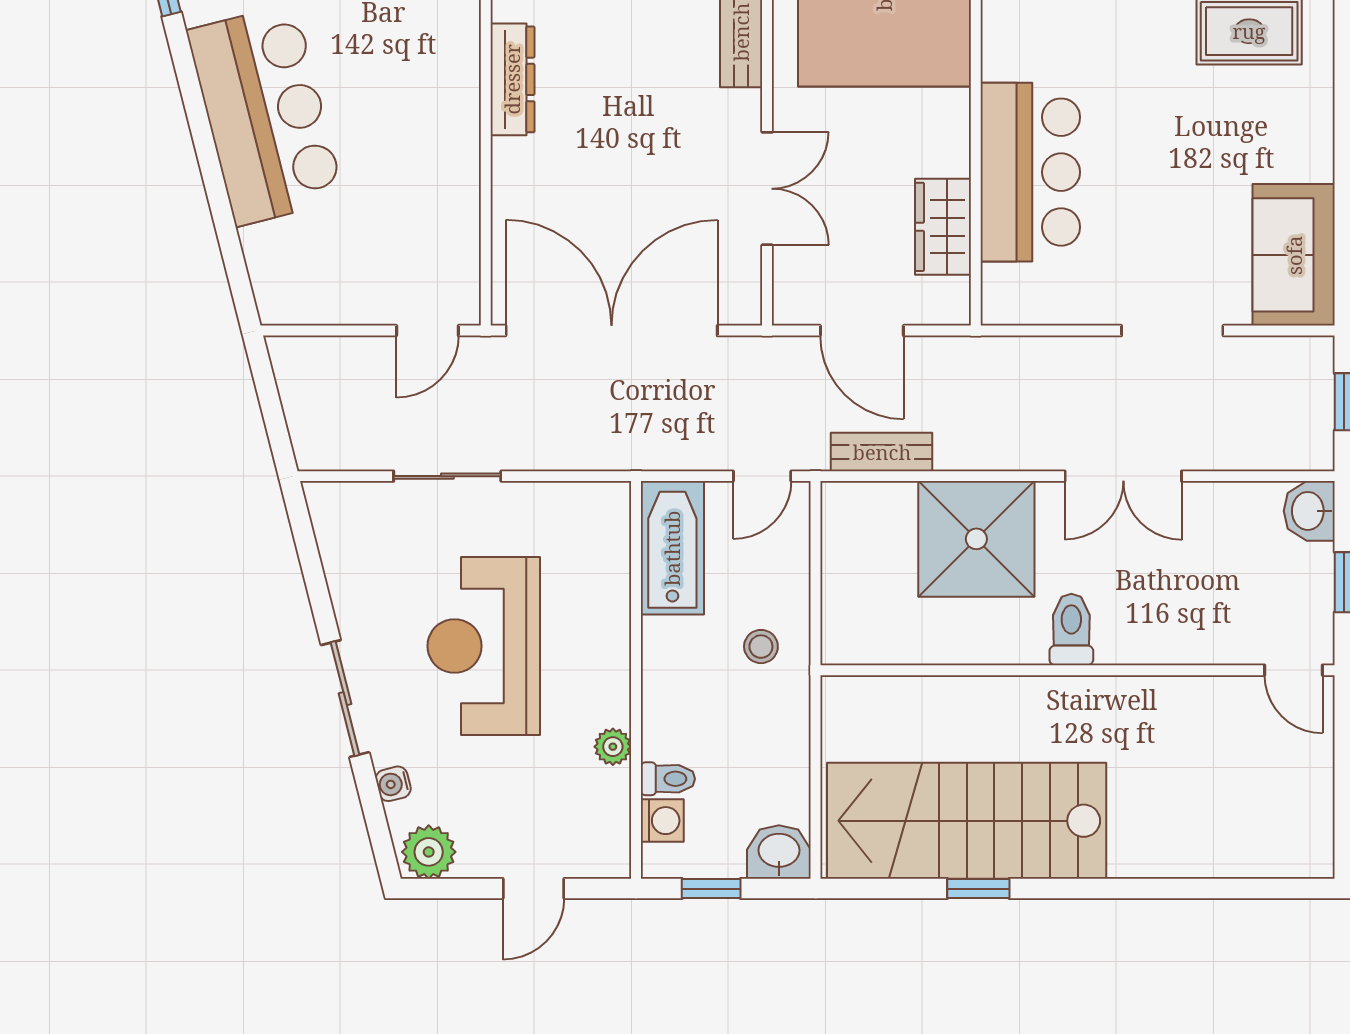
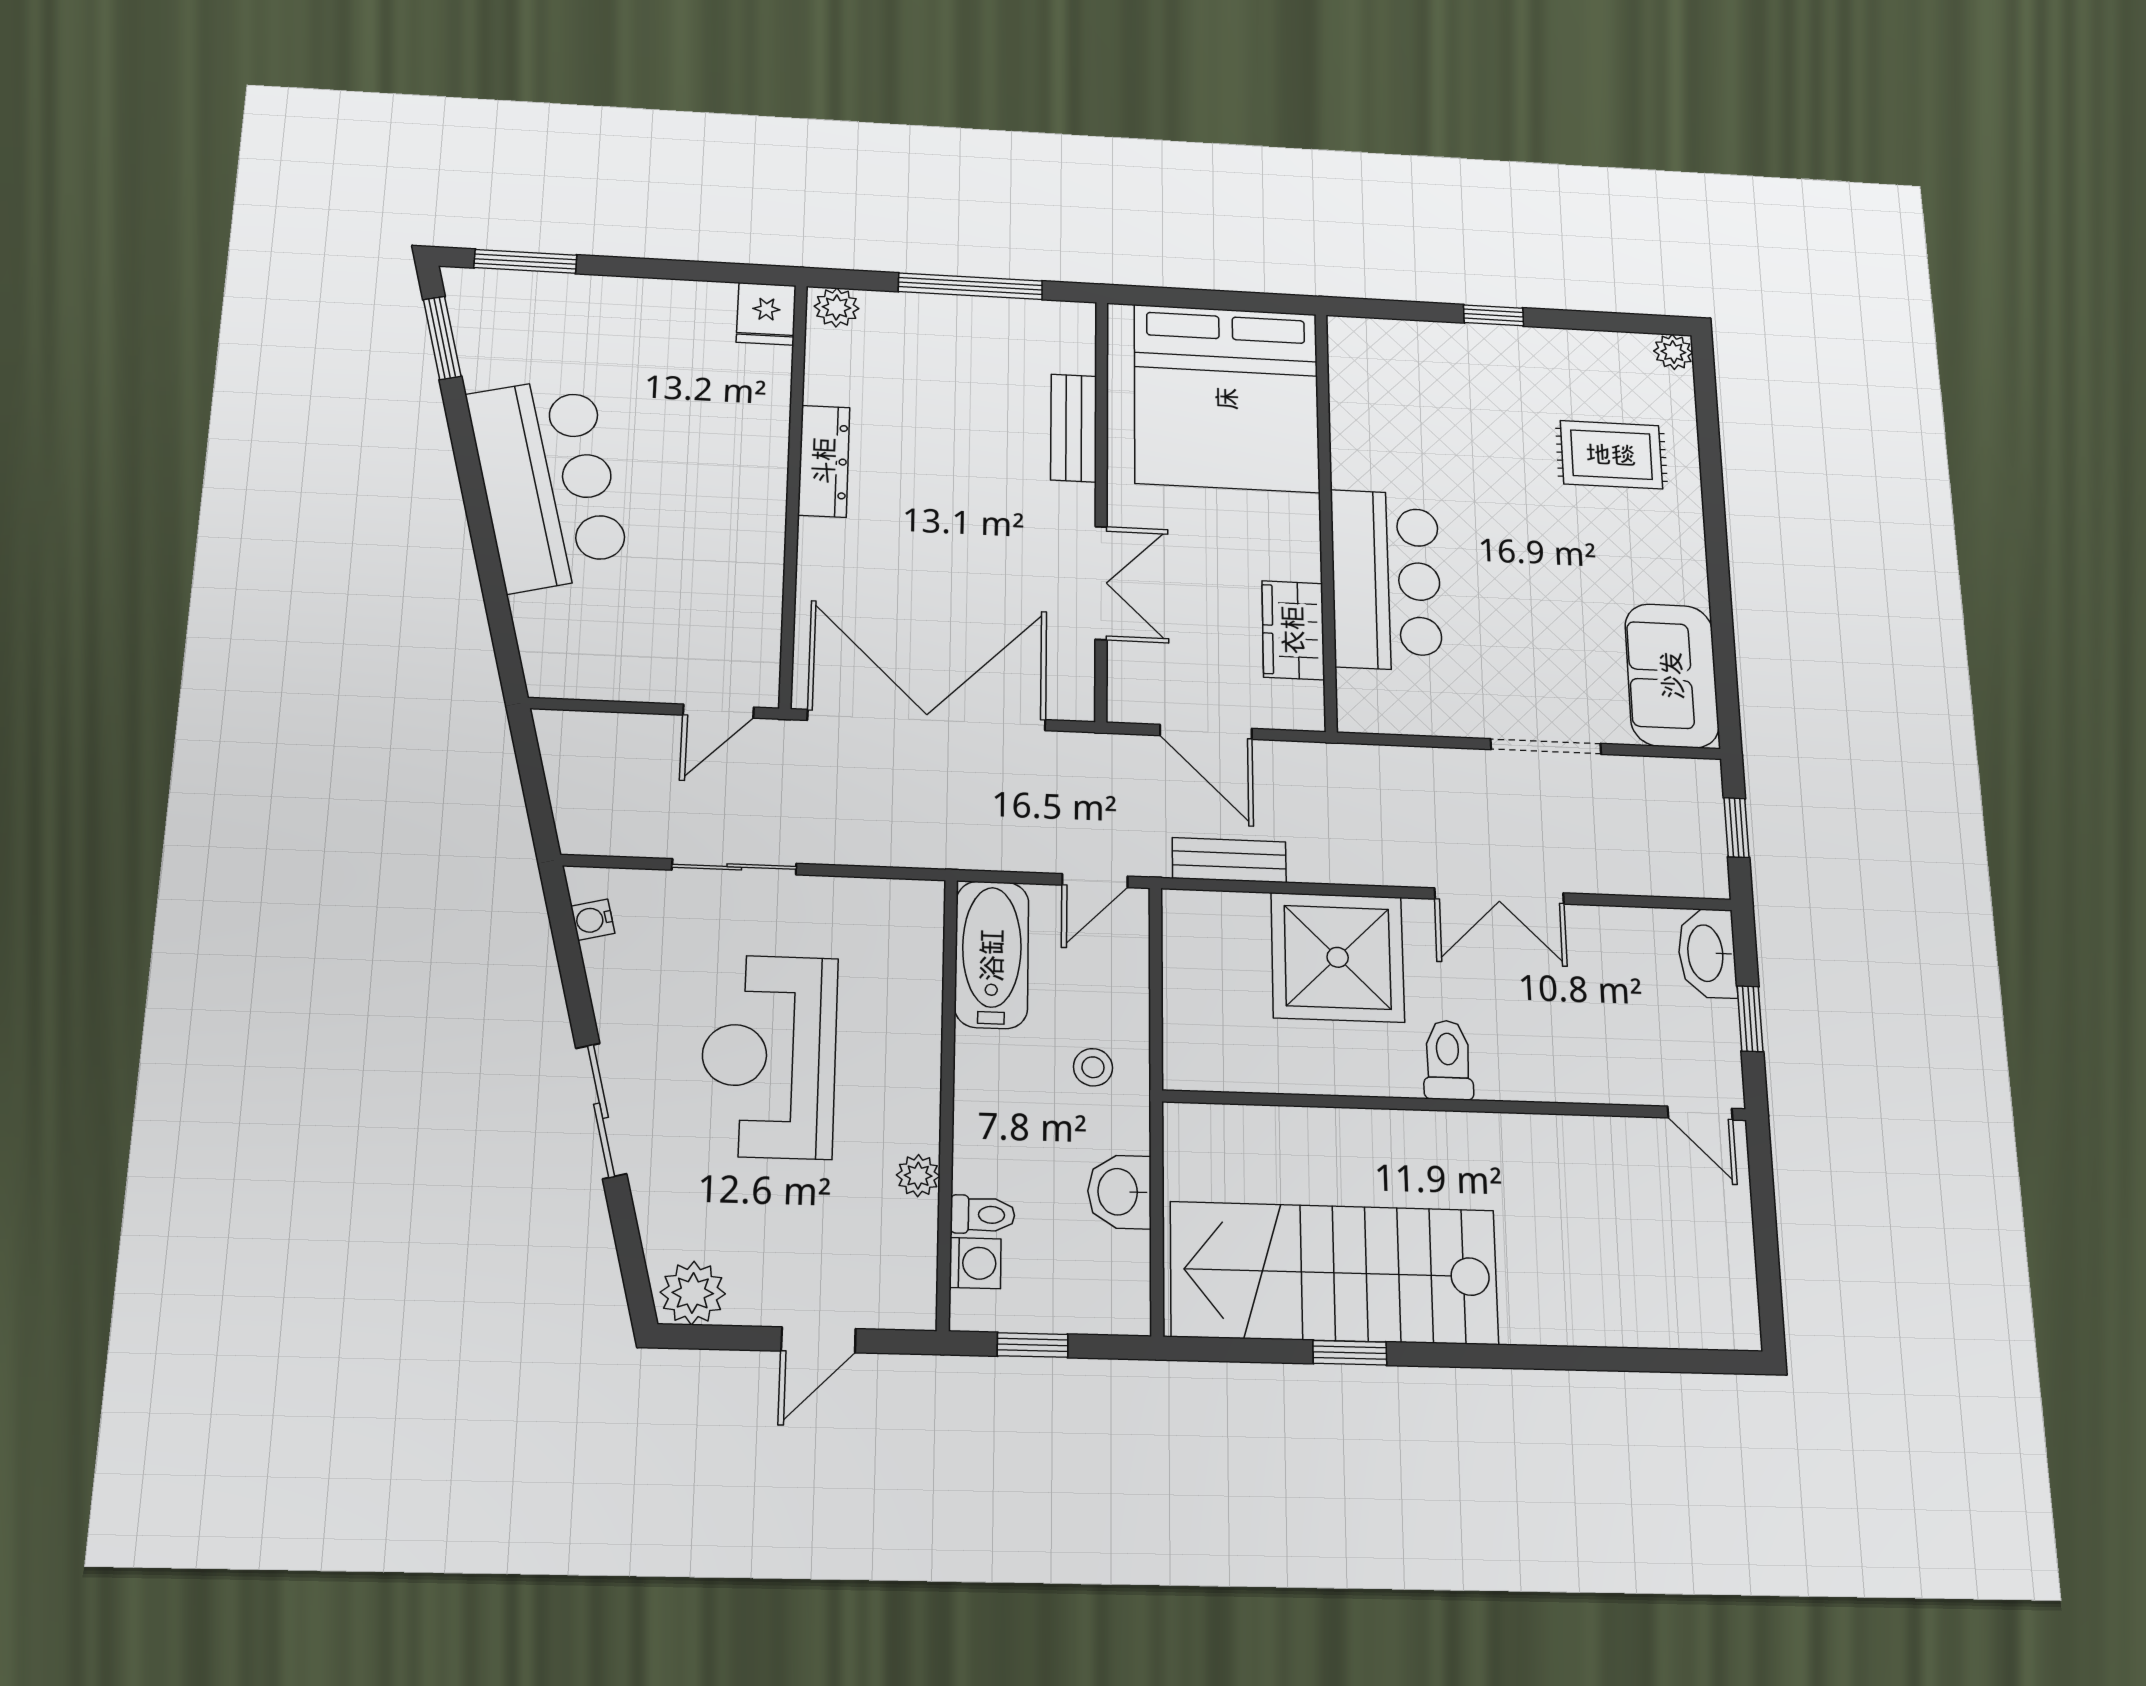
washbasin: (1309, 511) -> (1707, 953), width x1.38
water cooler: (393, 784) -> (593, 920), moved
washbasin: (779, 852) -> (1119, 1192), moved, turned -90

